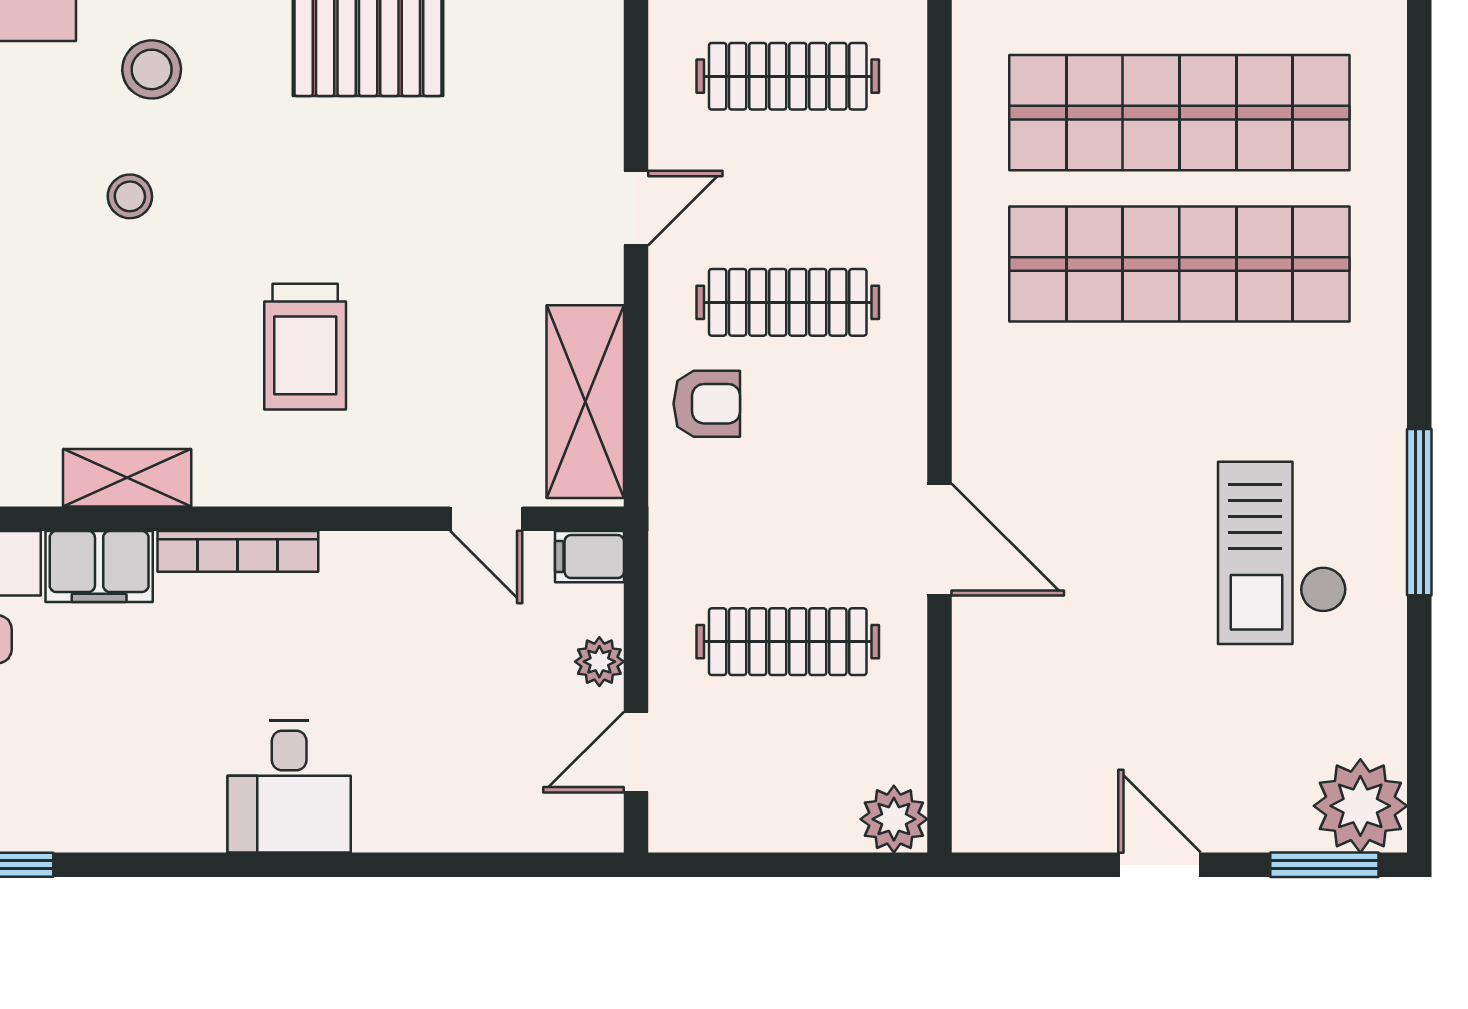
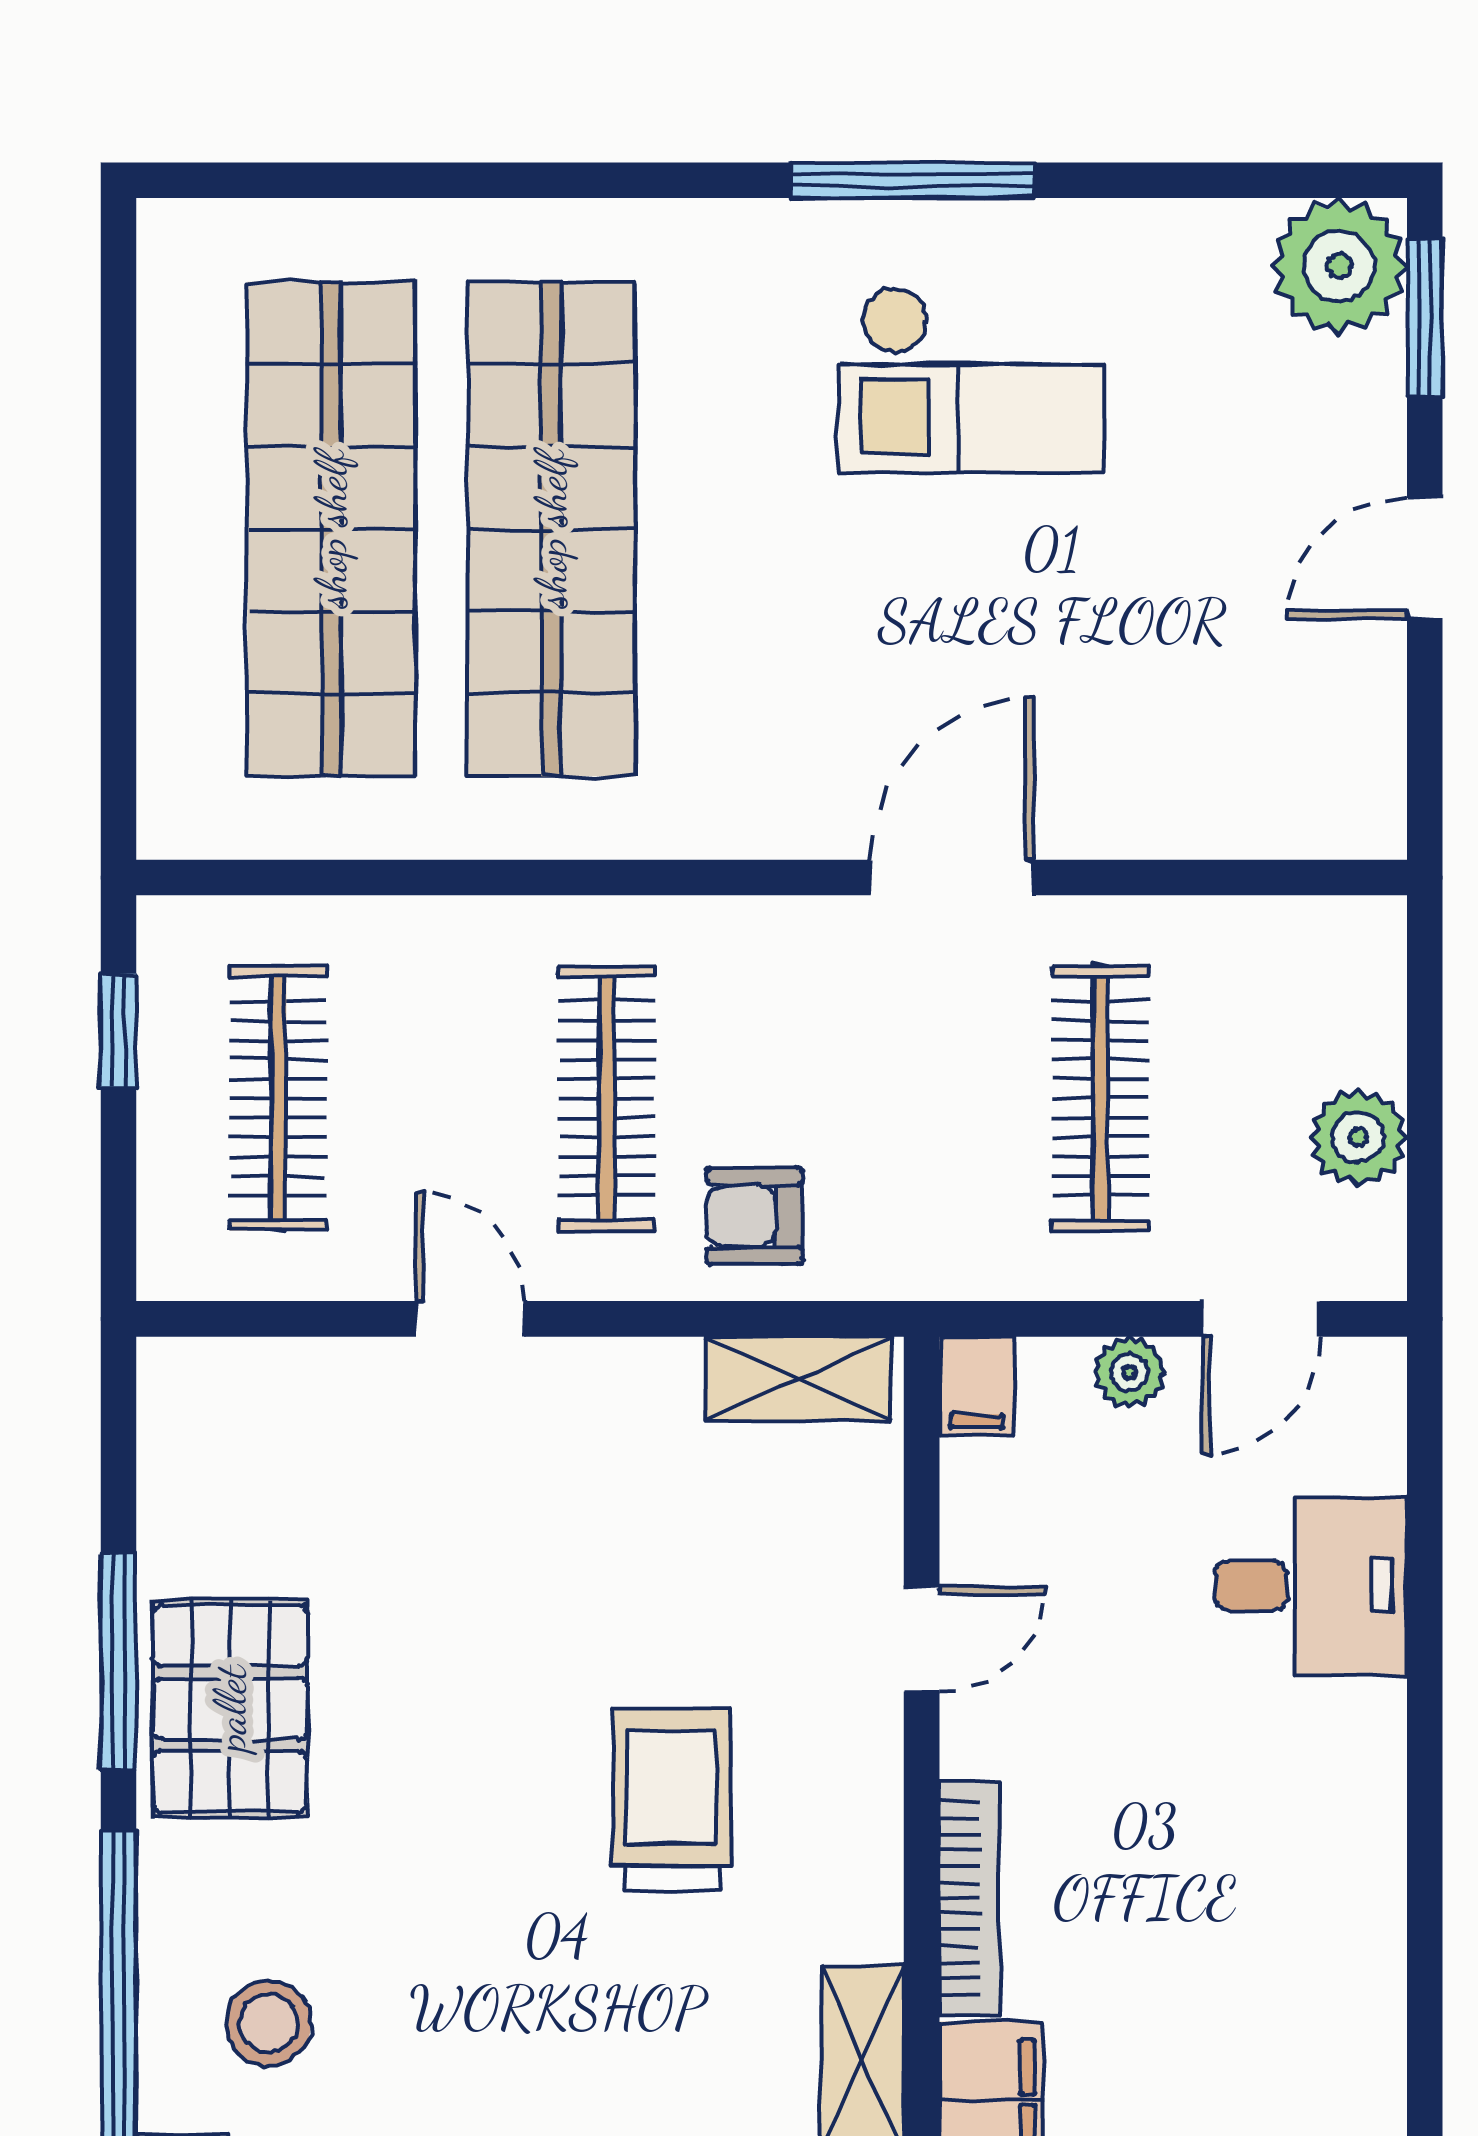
stool: (130, 196) -> (453, 2055), removed
trolley: (305, 347) -> (671, 1800), turned -90
shelving: (585, 402) -> (798, 1379), width x0.67, depth x0.75
armchair: (707, 404) -> (755, 1216), turned -90
door: (486, 519) -> (922, 1639), moved
door: (636, 752) -> (1261, 1319), hinge flipped
desk: (289, 786) -> (1311, 1586), moved
plant: (894, 819) -> (1358, 1137), moved

